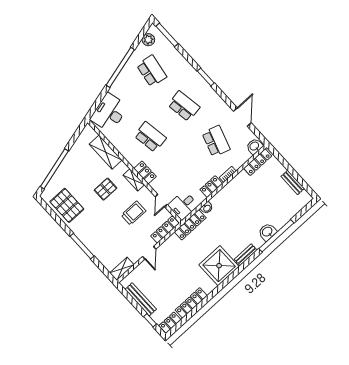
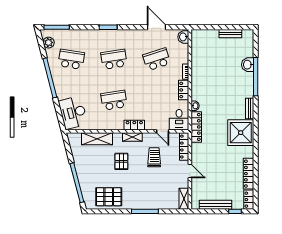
school desk: (216, 141) -> (157, 59), turned -36
locker: (258, 162) -> (196, 44), removed
washbasin: (267, 232) -> (248, 65), moved

